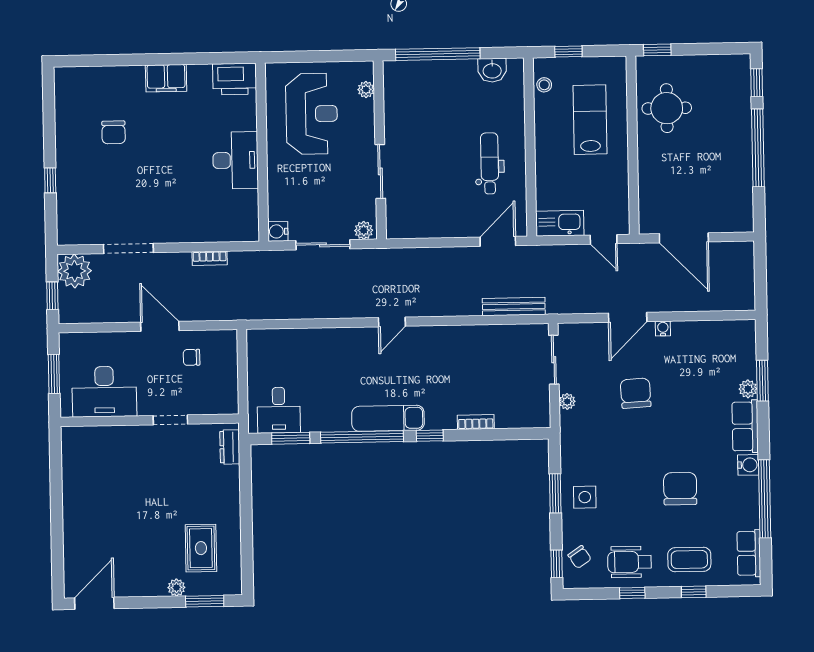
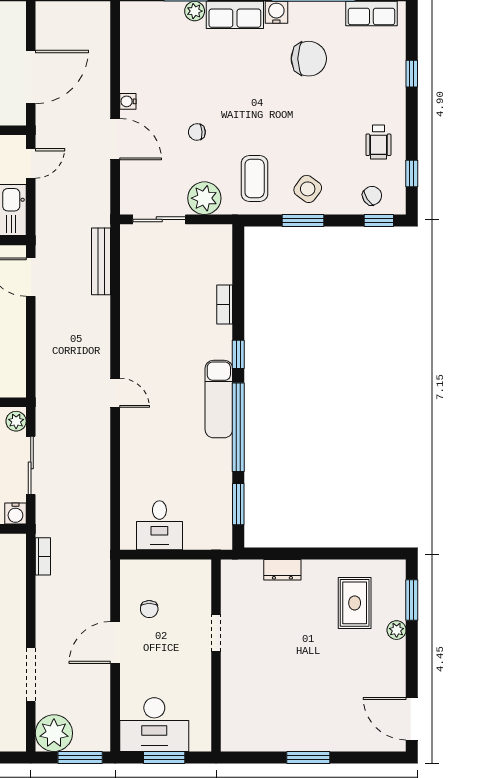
bookcase: (210, 258) -> (43, 556), moved
window: (52, 296) -> (80, 757), width x1.50
desk: (104, 392) -> (154, 725), moved, turned 90
chair: (636, 393) -> (197, 132), width x0.54, depth x0.54
plant: (567, 401) -> (204, 198), width x1.88, depth x1.88
desk: (279, 410) -> (159, 525), moved, turned 90
dresser: (230, 447) -> (282, 570), moved
chair: (680, 489) -> (309, 59), moved, turned 180
side table: (585, 497) -> (308, 189), turned 36
window: (56, 508) -> (308, 757), added
rug: (201, 548) -> (355, 603), turned 90
coffee table: (689, 559) -> (255, 178), moved
wheelchair: (630, 562) -> (378, 142), width x0.73, depth x0.73
window: (632, 593) -> (412, 174), moved

